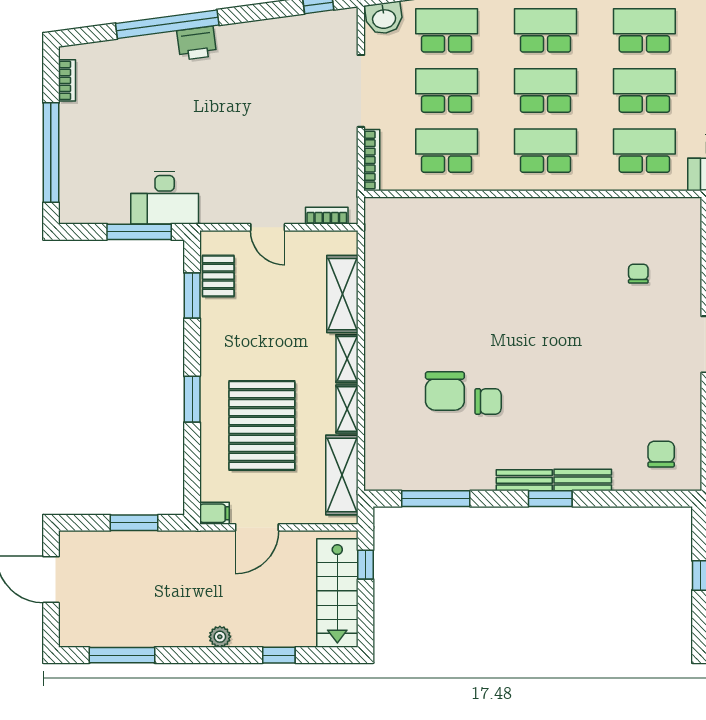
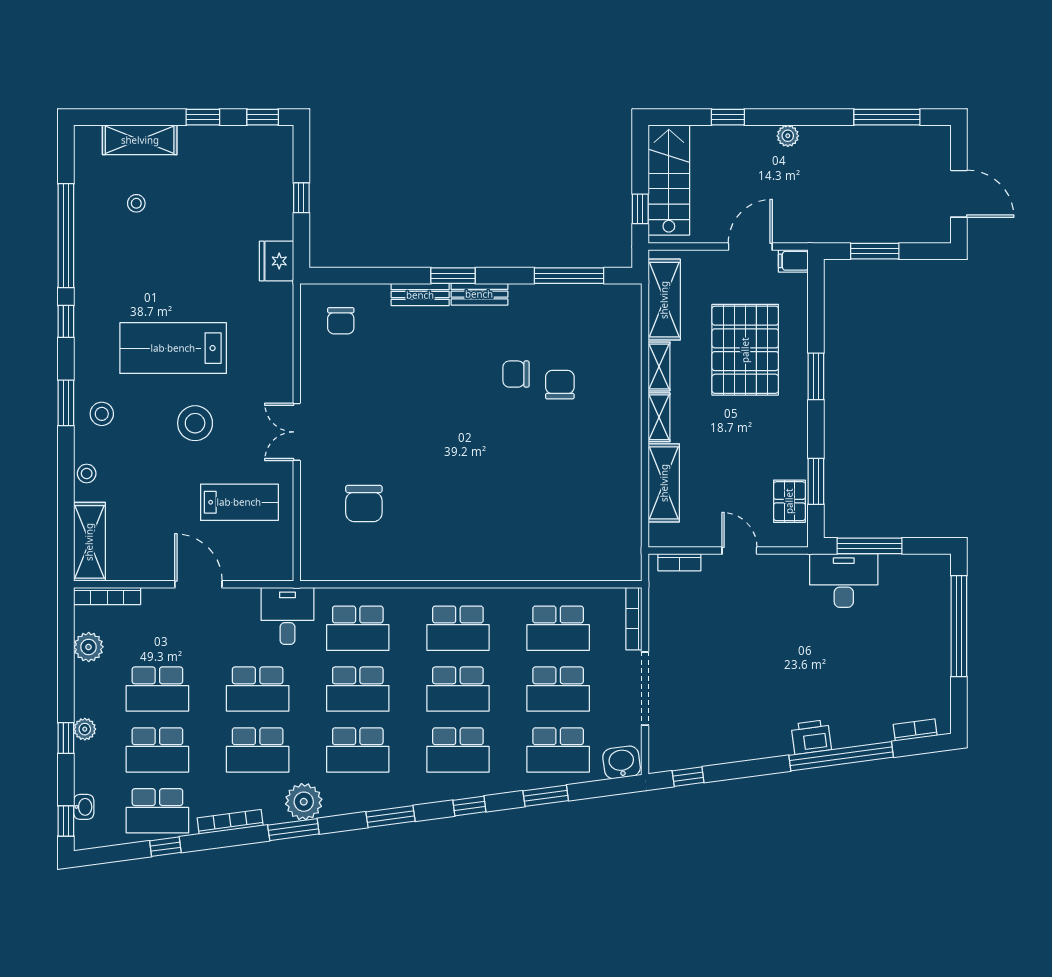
bookcase: (67, 80) -> (915, 730), moved, turned 82
chair: (638, 274) -> (364, 504), width x1.87, depth x1.87
chair: (445, 391) -> (560, 385), width x0.73, depth x0.73

